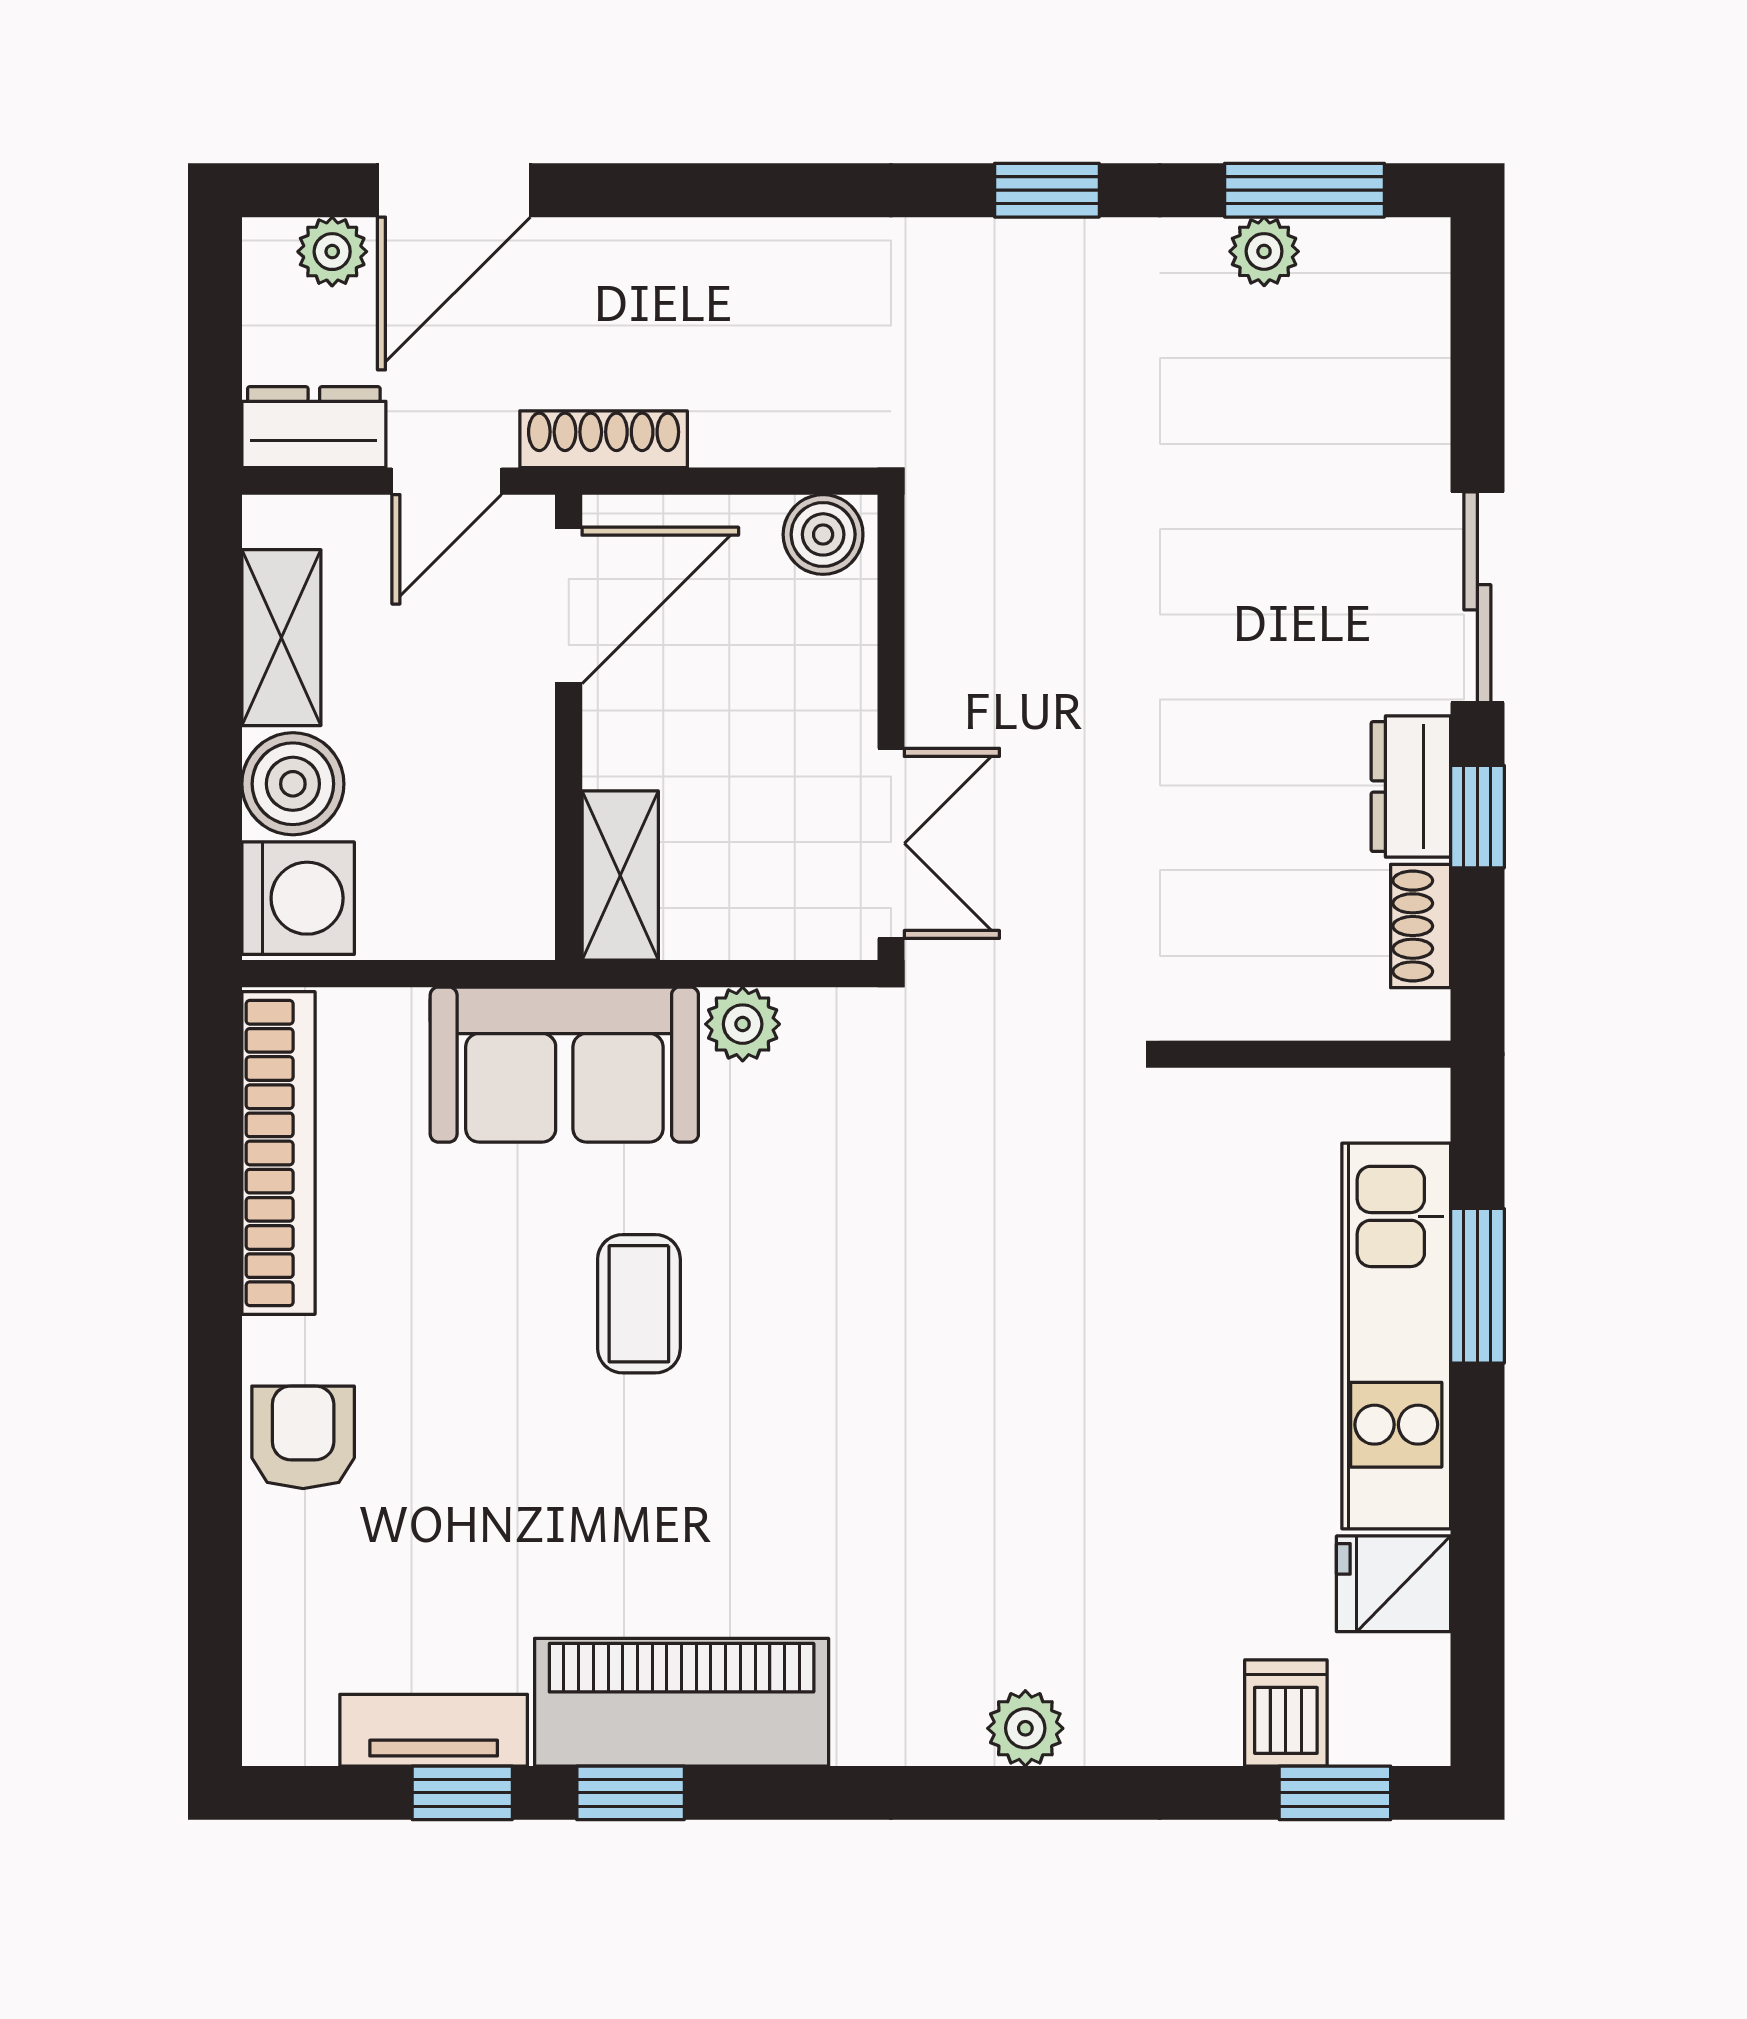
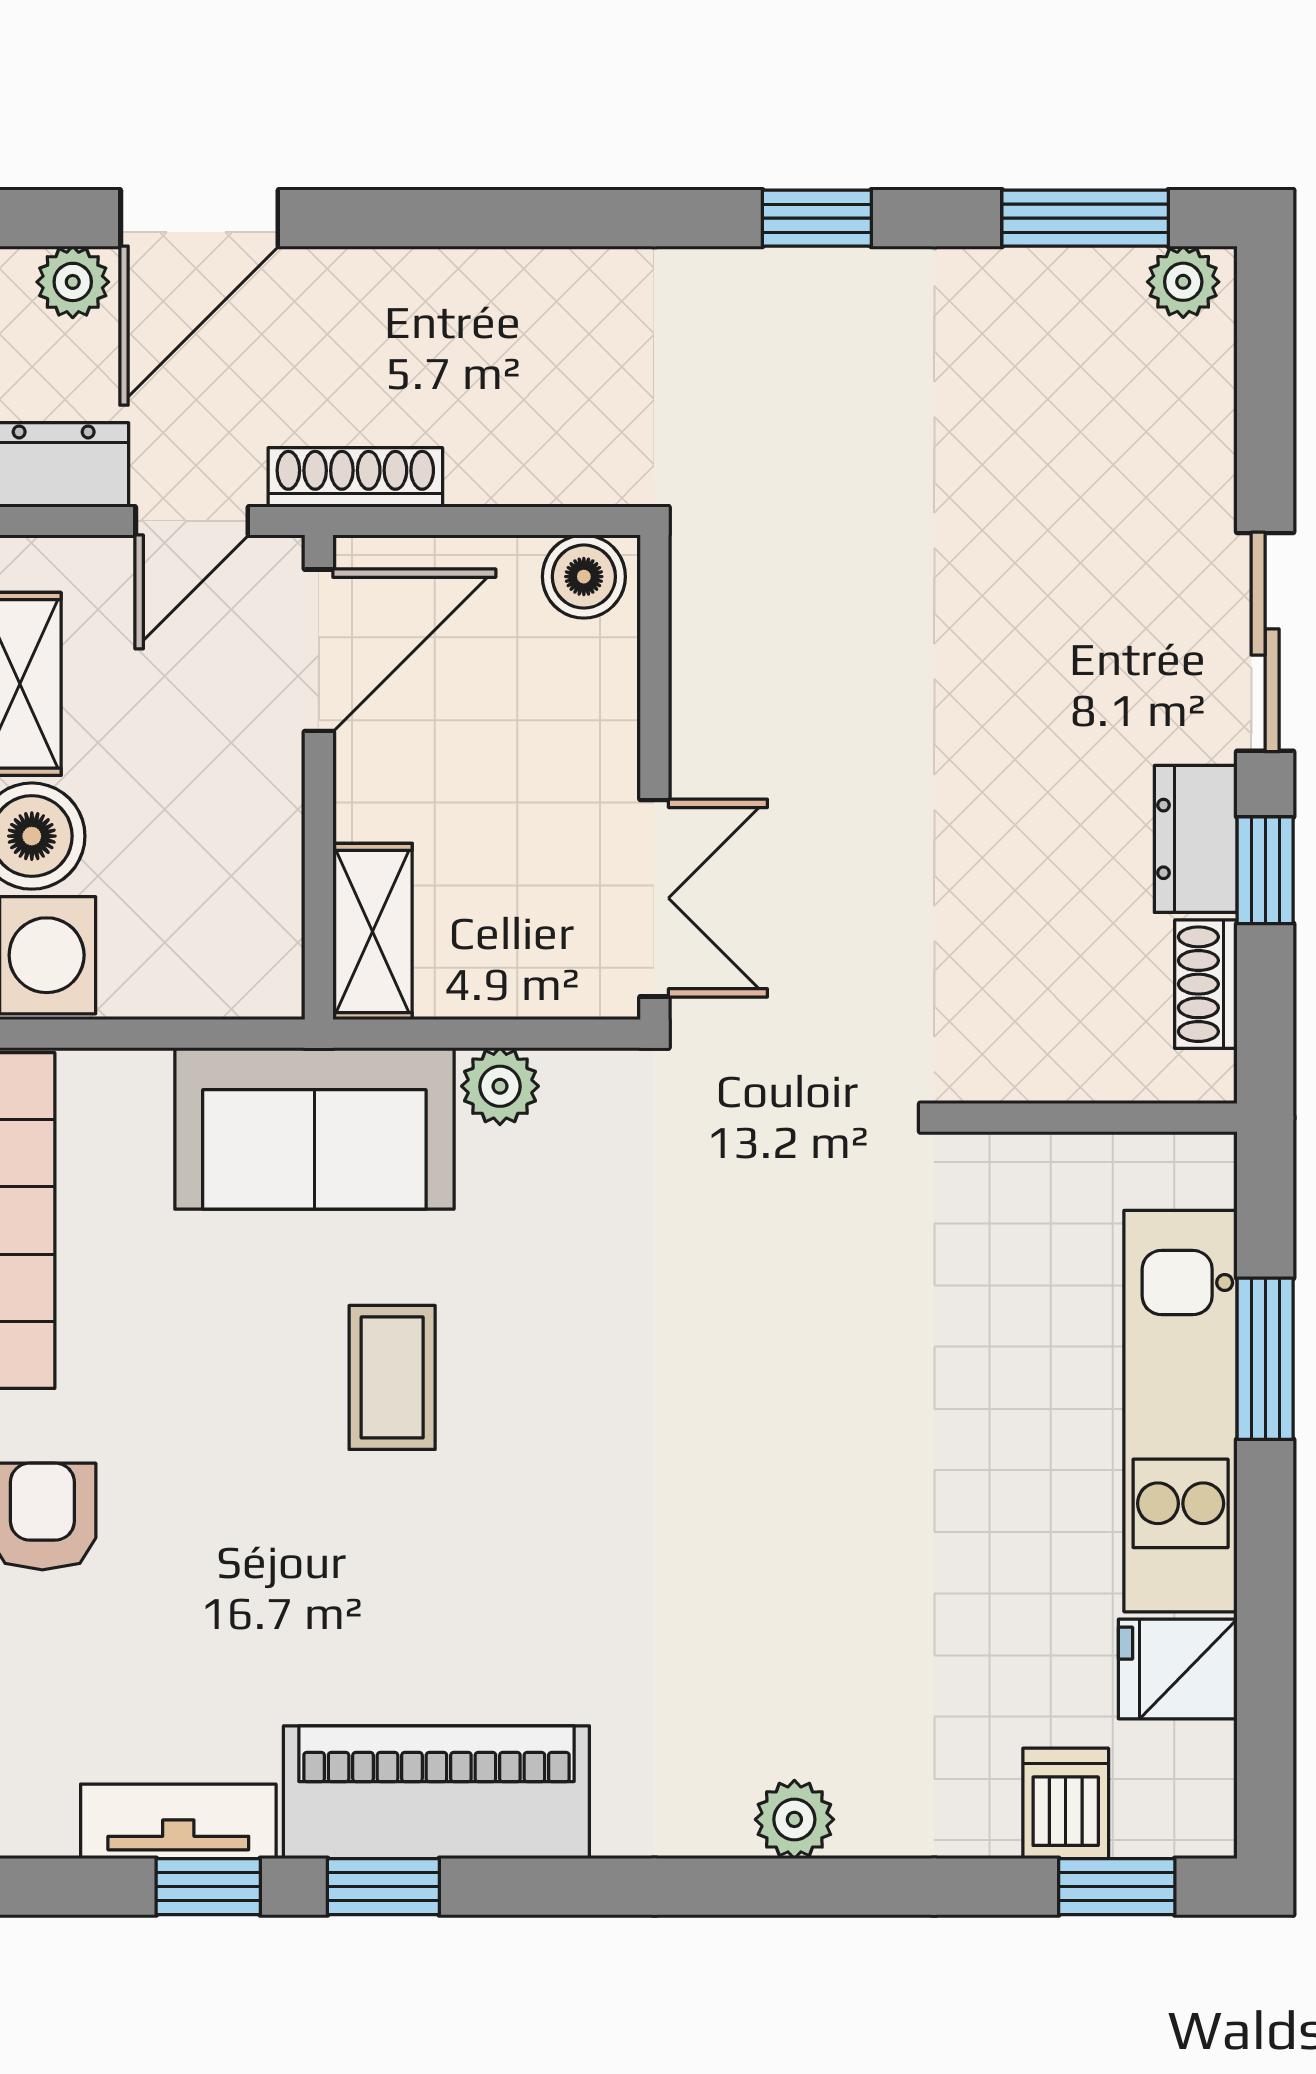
plant: (1264, 251) -> (1183, 282), moved

